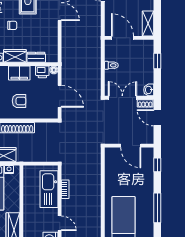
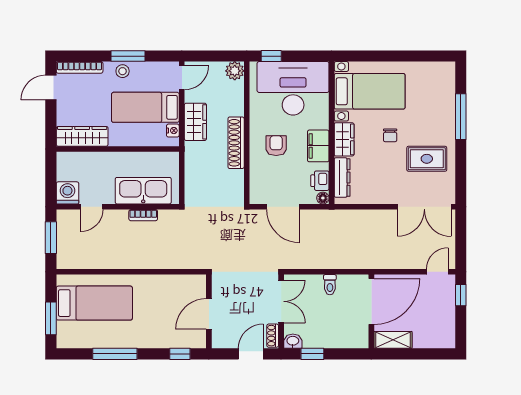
door: (122, 38) -> (371, 301), width x1.36
dresser: (36, 57) -> (342, 178), width x1.44
window: (157, 61) -> (312, 354), moved
door: (60, 96) -> (283, 207), hinge flipped
armchair: (19, 101) -> (276, 146), turned 180

